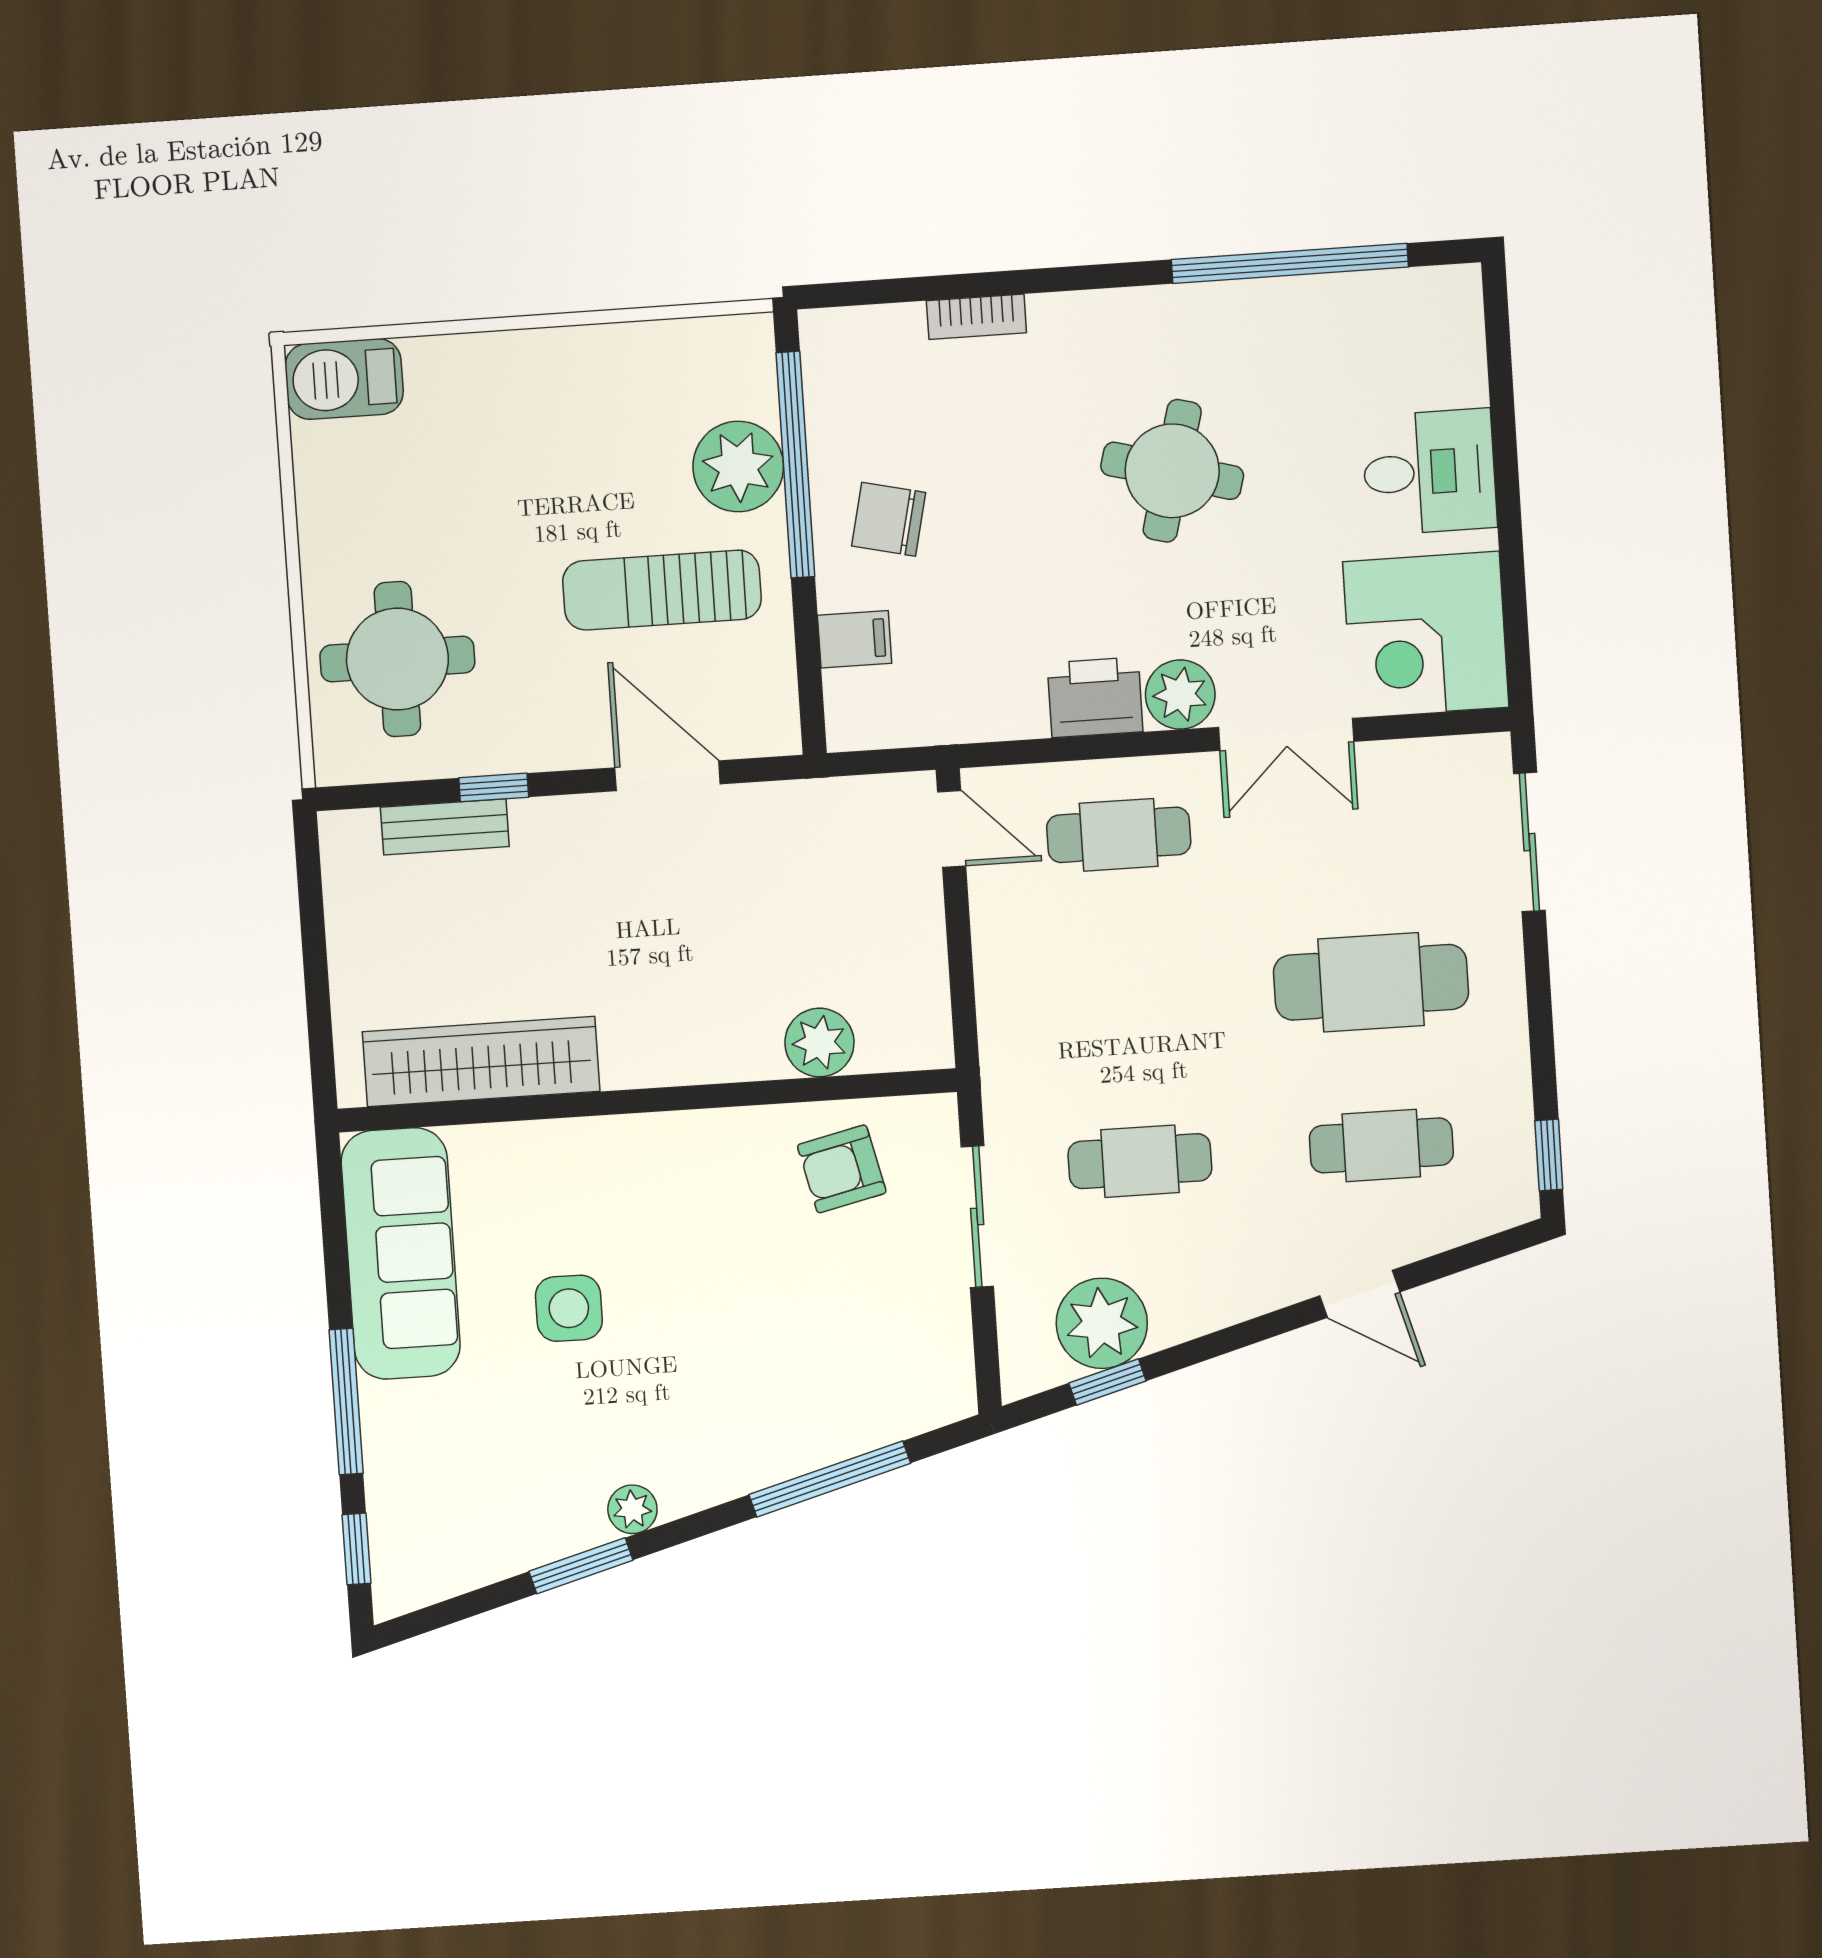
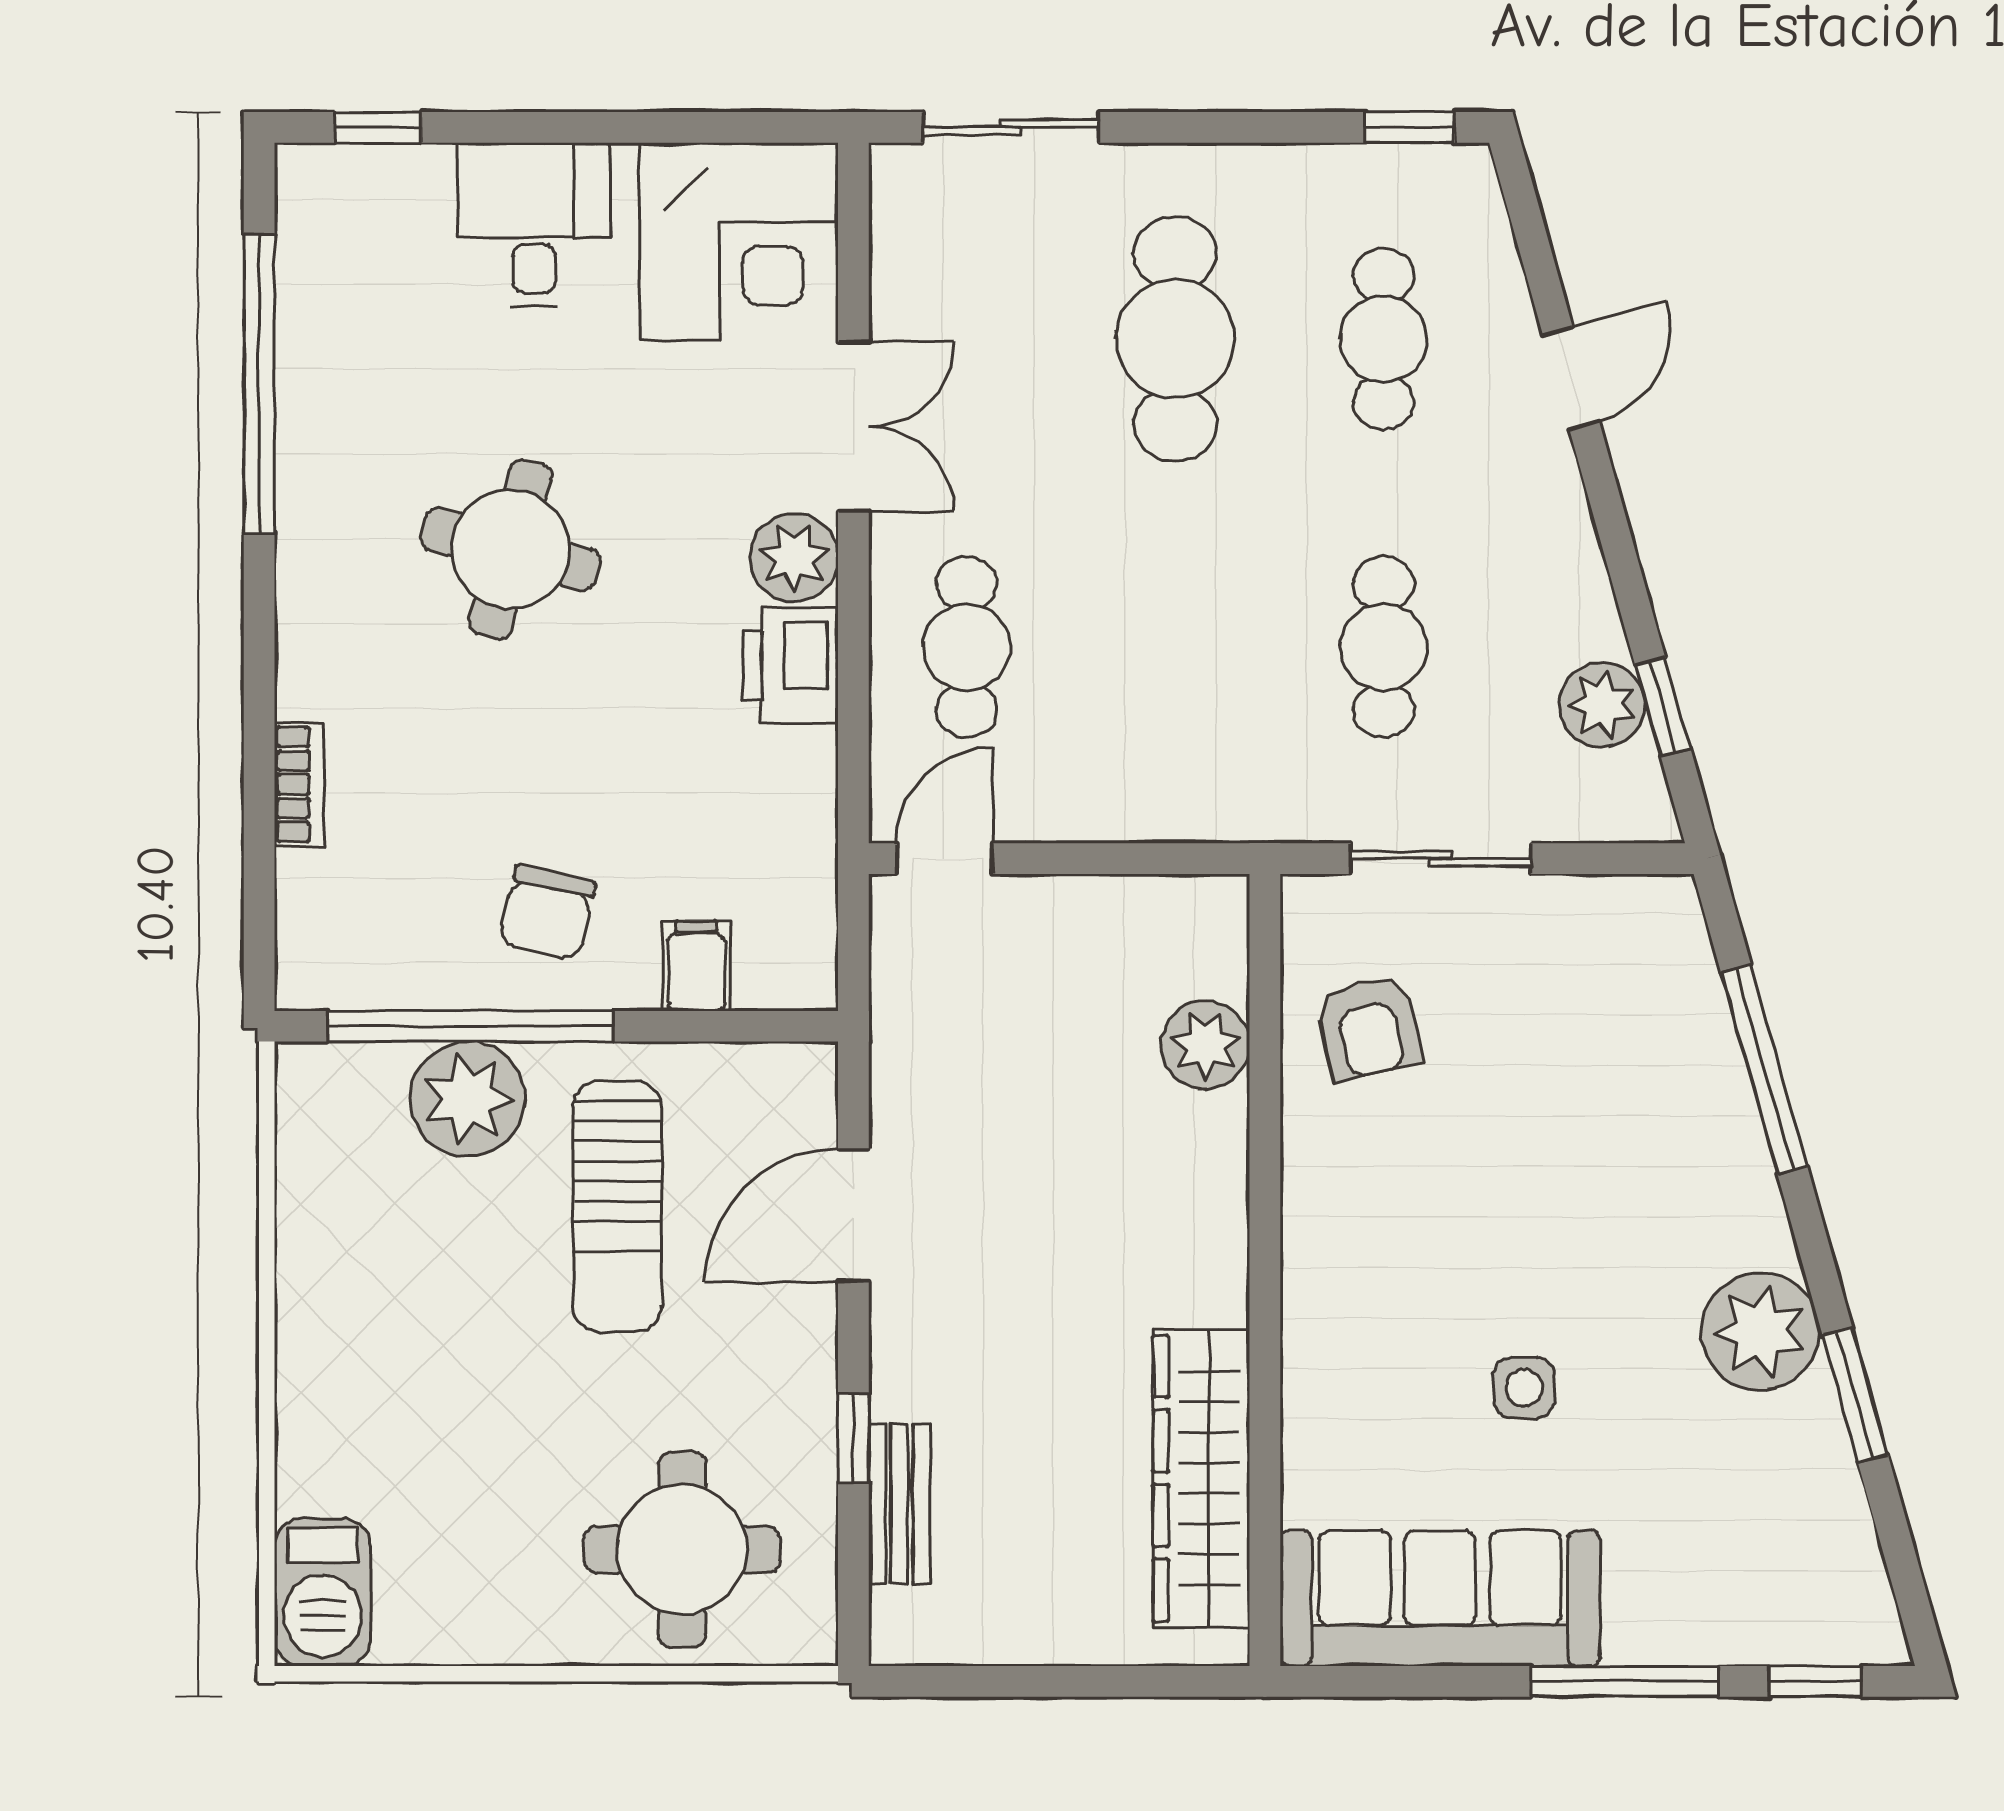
window: (1498, 343) -> (378, 127), added
side table: (569, 1308) -> (1524, 1388), width x0.73, depth x0.73
plant: (1102, 1323) -> (1602, 705), width x0.73, depth x0.73
plant: (632, 1509) -> (1760, 1332), width x1.88, depth x1.88

